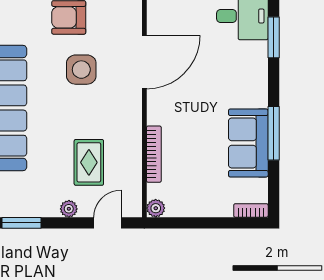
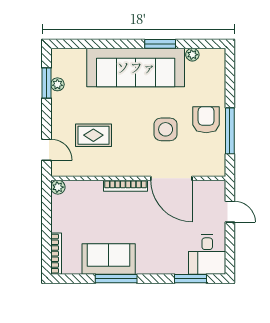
bookcase: (154, 154) -> (125, 186), moved
plant: (69, 209) -> (57, 84), moved
bookcase: (251, 210) -> (56, 254), width x1.56

